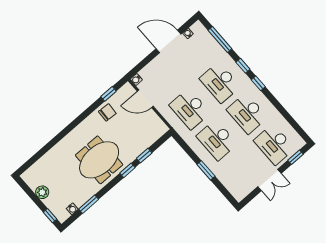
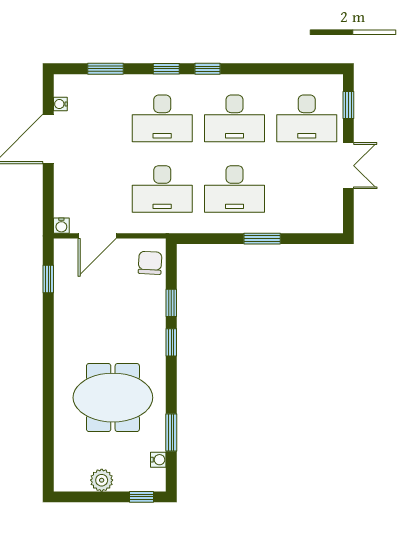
window: (220, 40) -> (105, 69), width x0.69
chair: (107, 112) -> (150, 263), moved
meeting table: (99, 160) -> (113, 398), moved, turned 90

